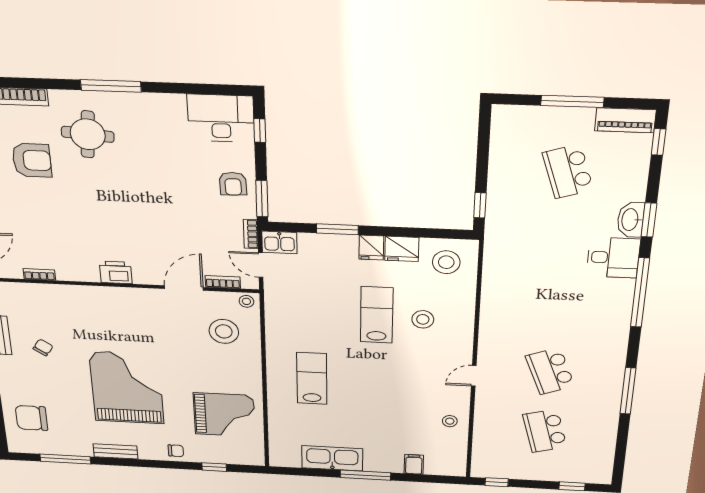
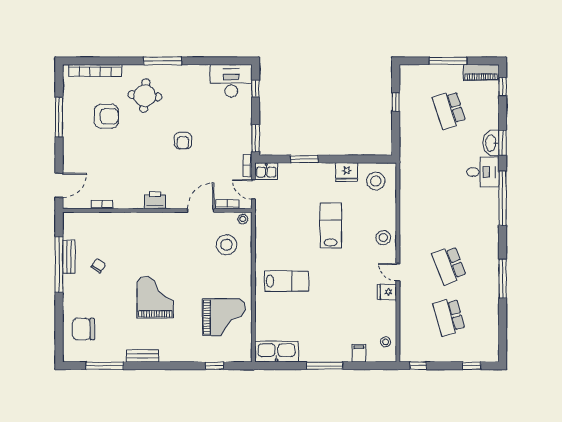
armchair: (233, 184) -> (183, 141), moved
window: (480, 205) -> (396, 102), moved
fridge: (371, 248) -> (387, 292), moved, turned 90
stool: (423, 319) -> (383, 238), moved
door: (474, 376) -> (398, 272), hinge flipped
lab bench: (312, 378) -> (287, 281), turned 90
grand piano: (127, 388) -> (155, 297), width x0.73, depth x0.68
stool: (450, 421) -> (385, 342), moved
chair: (176, 451) -> (187, 352), removed
kitchen sink: (332, 458) -> (277, 352), moved

